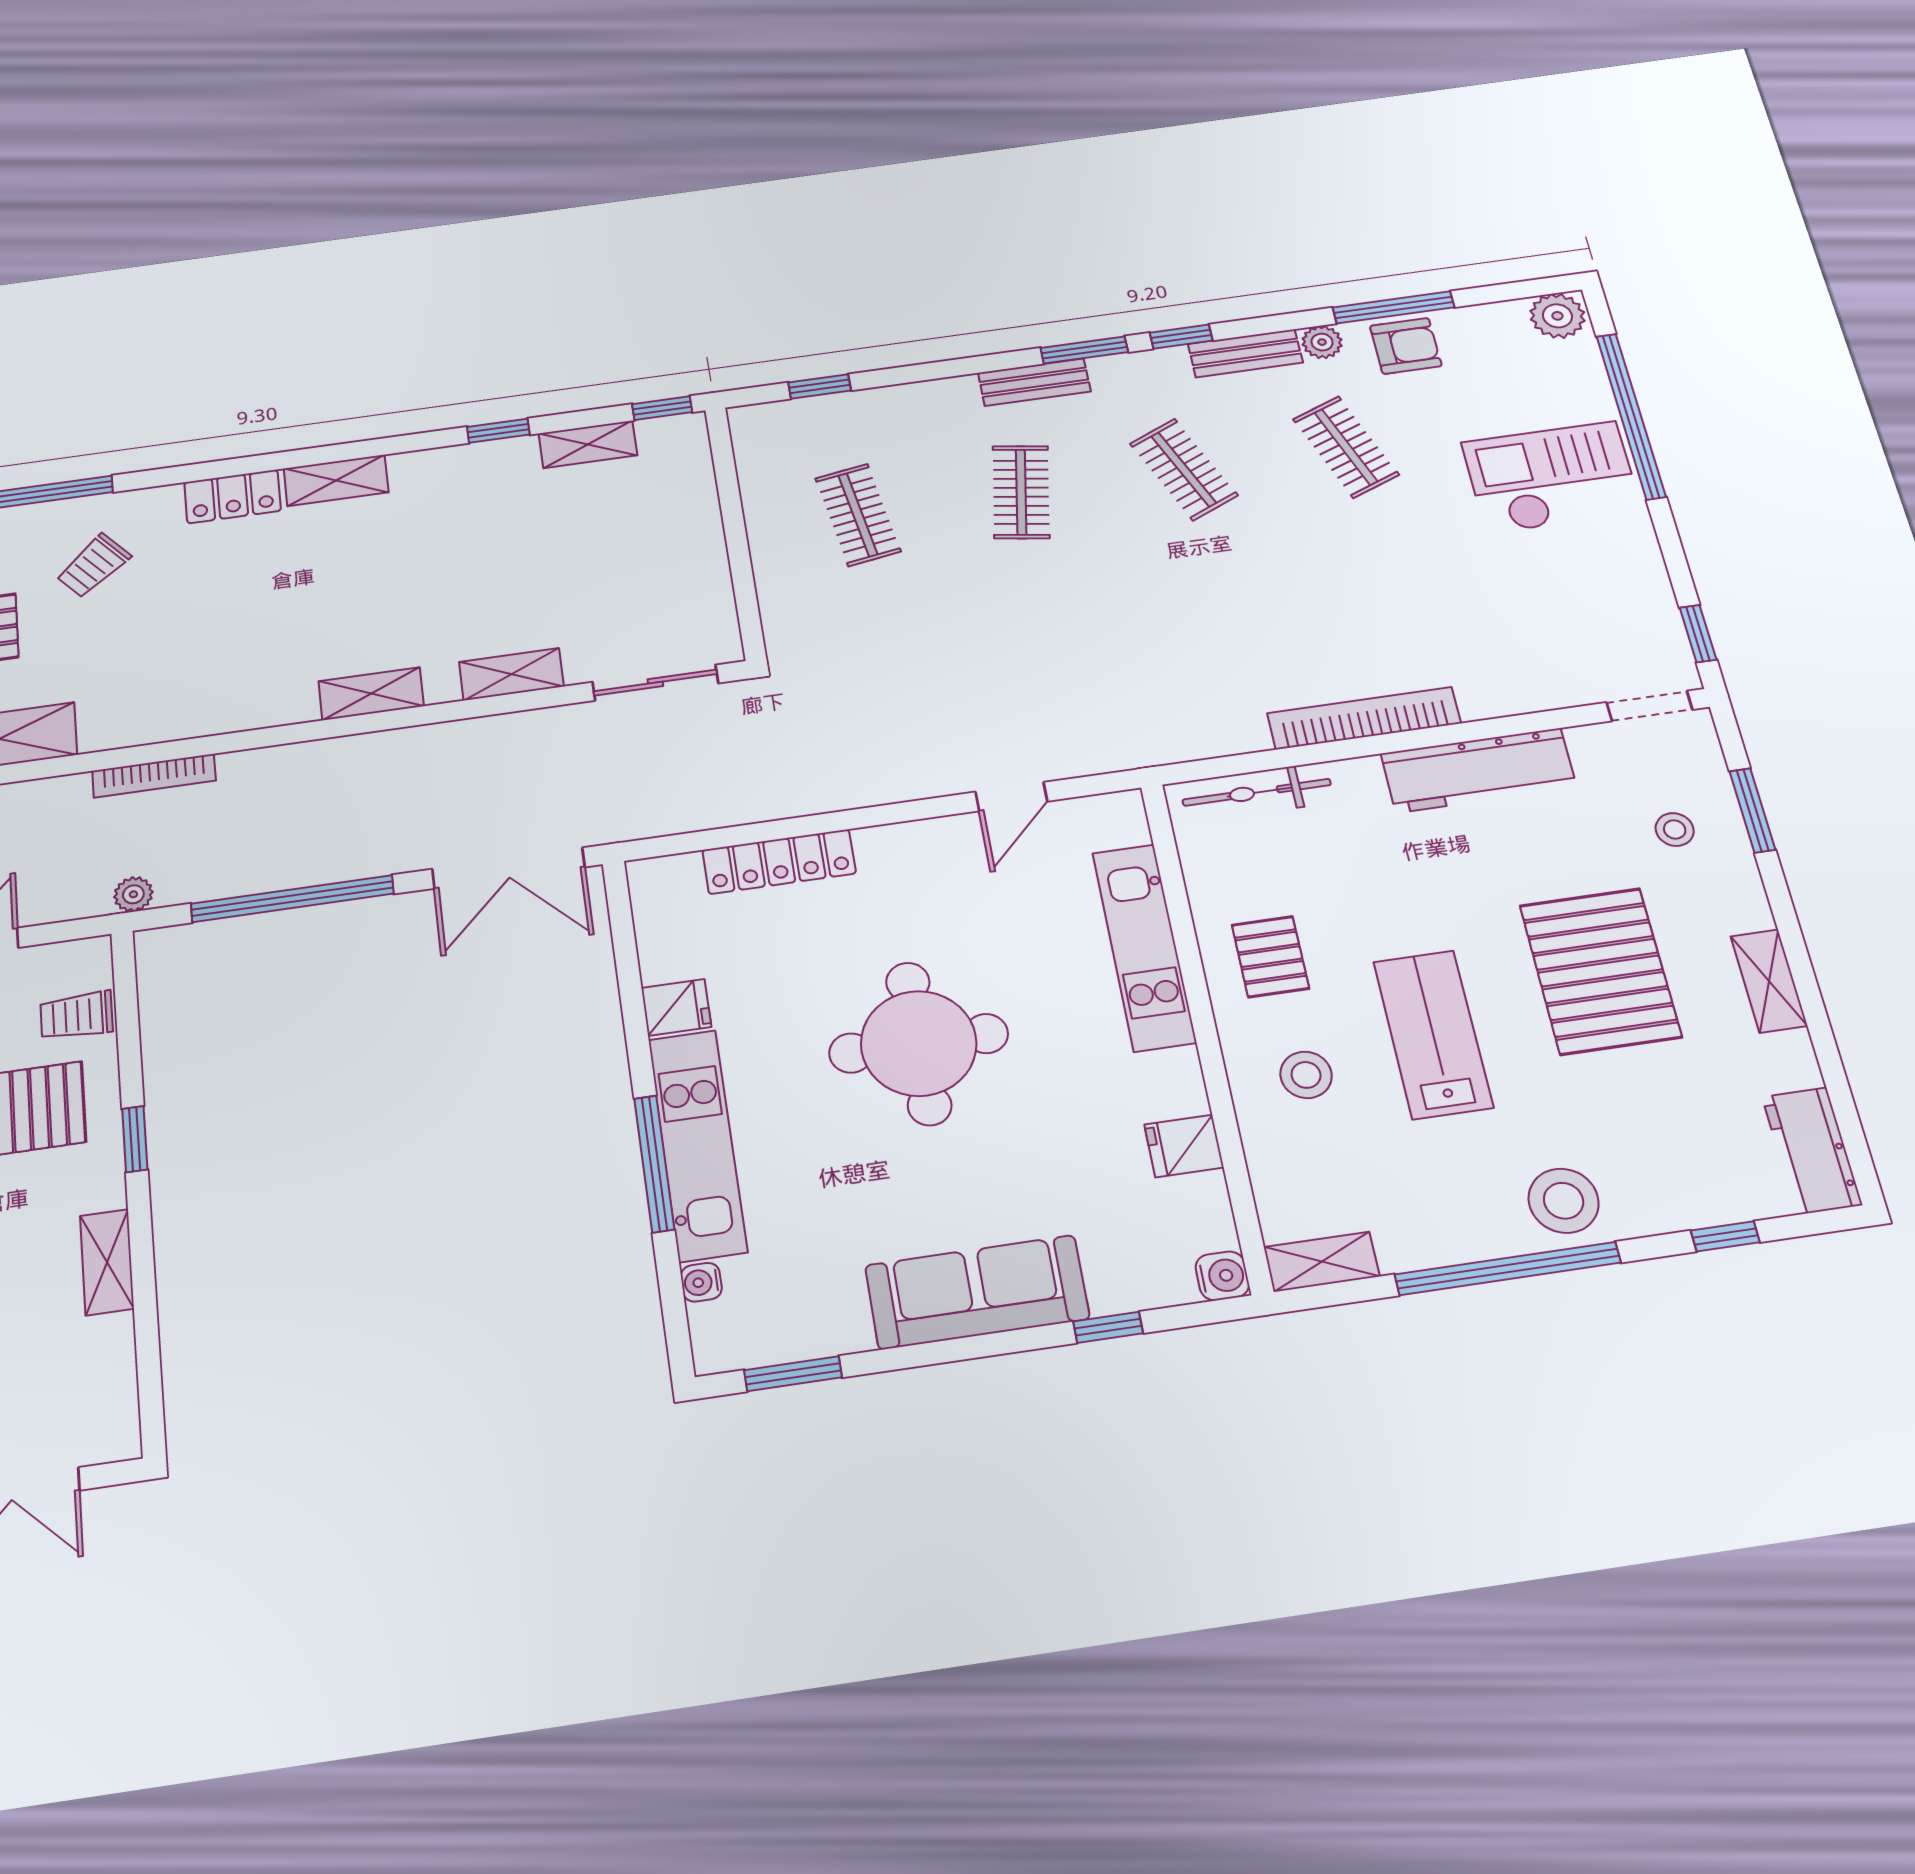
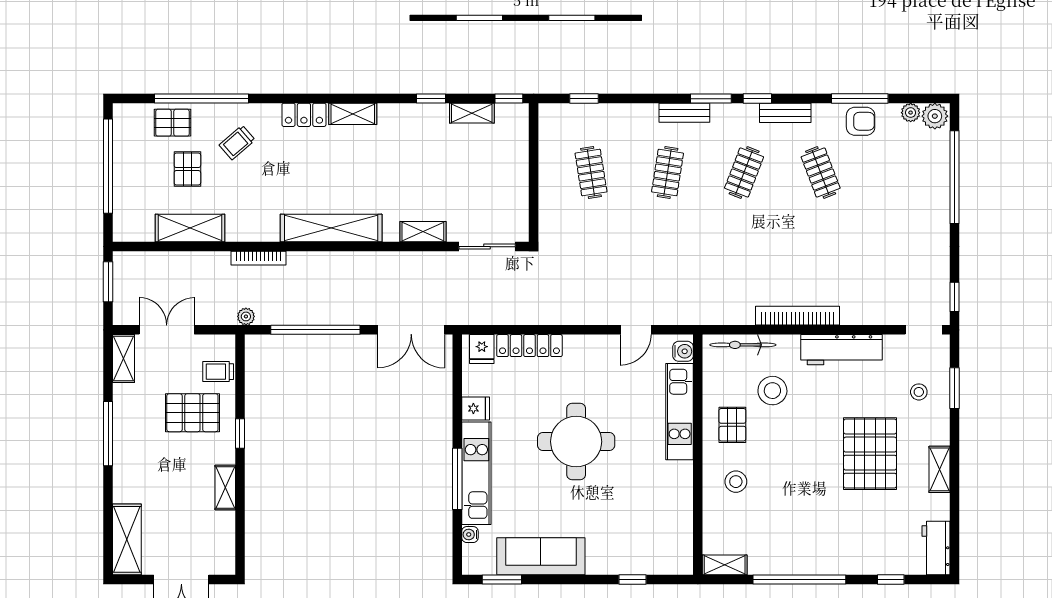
plant: (1322, 342) -> (911, 113), moved
clothes rail: (1184, 469) -> (744, 173), turned 45
checkout: (1552, 477) -> (910, 204), removed
shelving: (371, 694) -> (331, 228), width x2.20, depth x1.33
lab bench: (1433, 1034) -> (793, 472), removed
fridge: (1184, 1146) -> (482, 349), moved, turned -90
stool: (1564, 1201) -> (772, 391), moved
water cooler: (1222, 1276) -> (683, 351), moved
sofa: (977, 1292) -> (541, 556), moved

